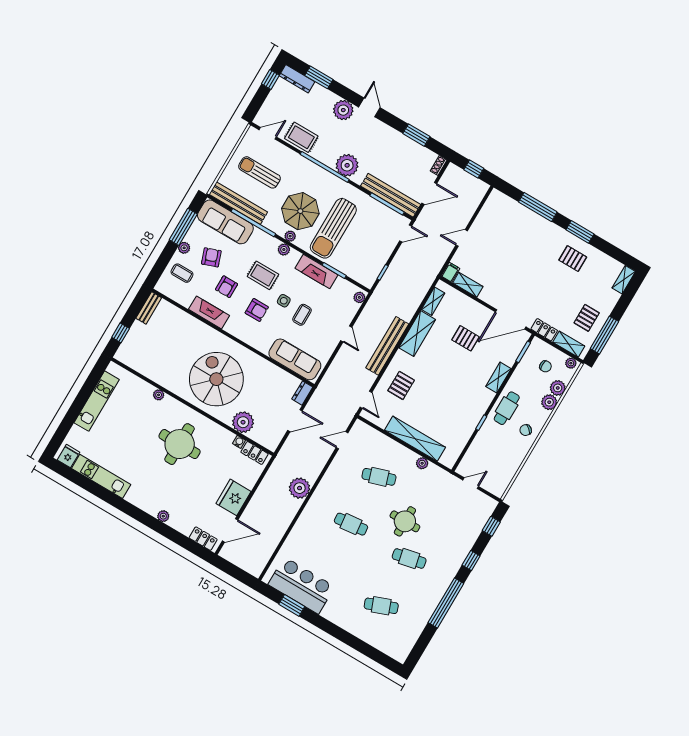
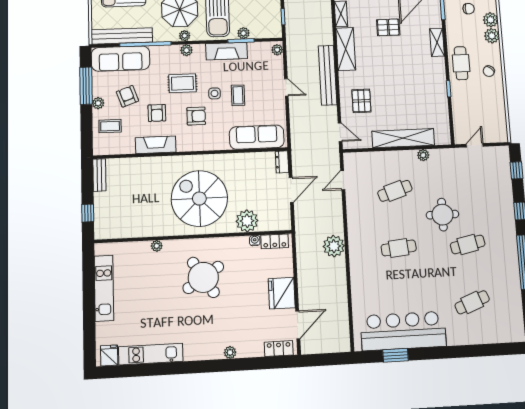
plant: (340, 265) -> (244, 33), added
round table: (180, 444) -> (203, 277), turned -33
bar counter: (301, 585) -> (403, 331), width x1.36

